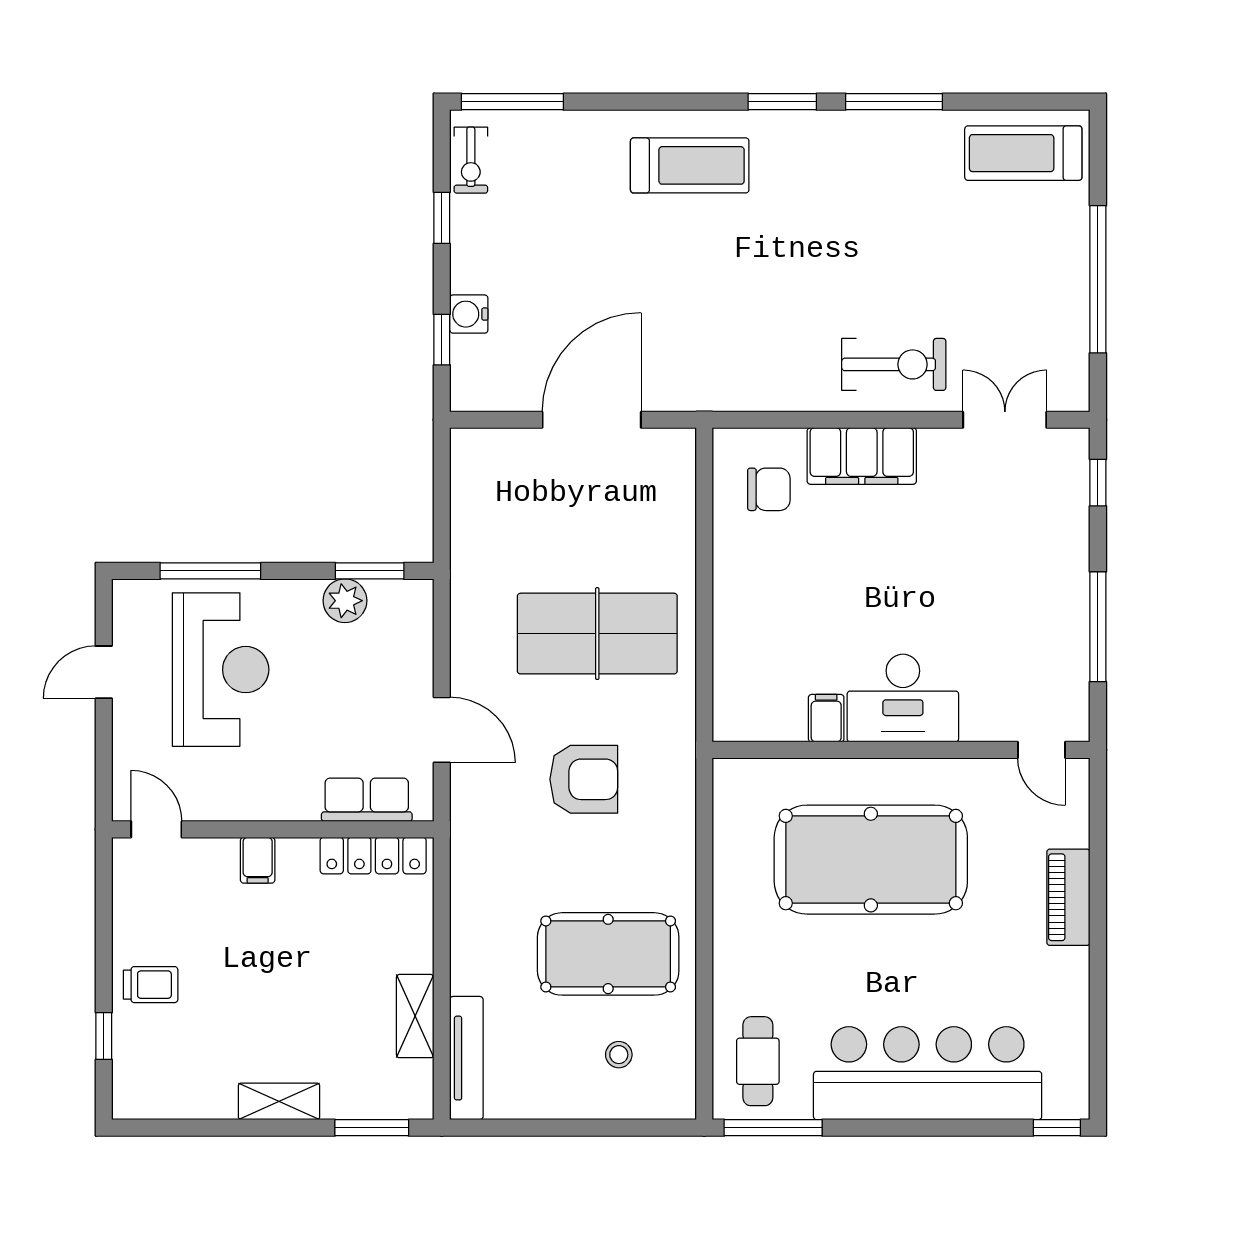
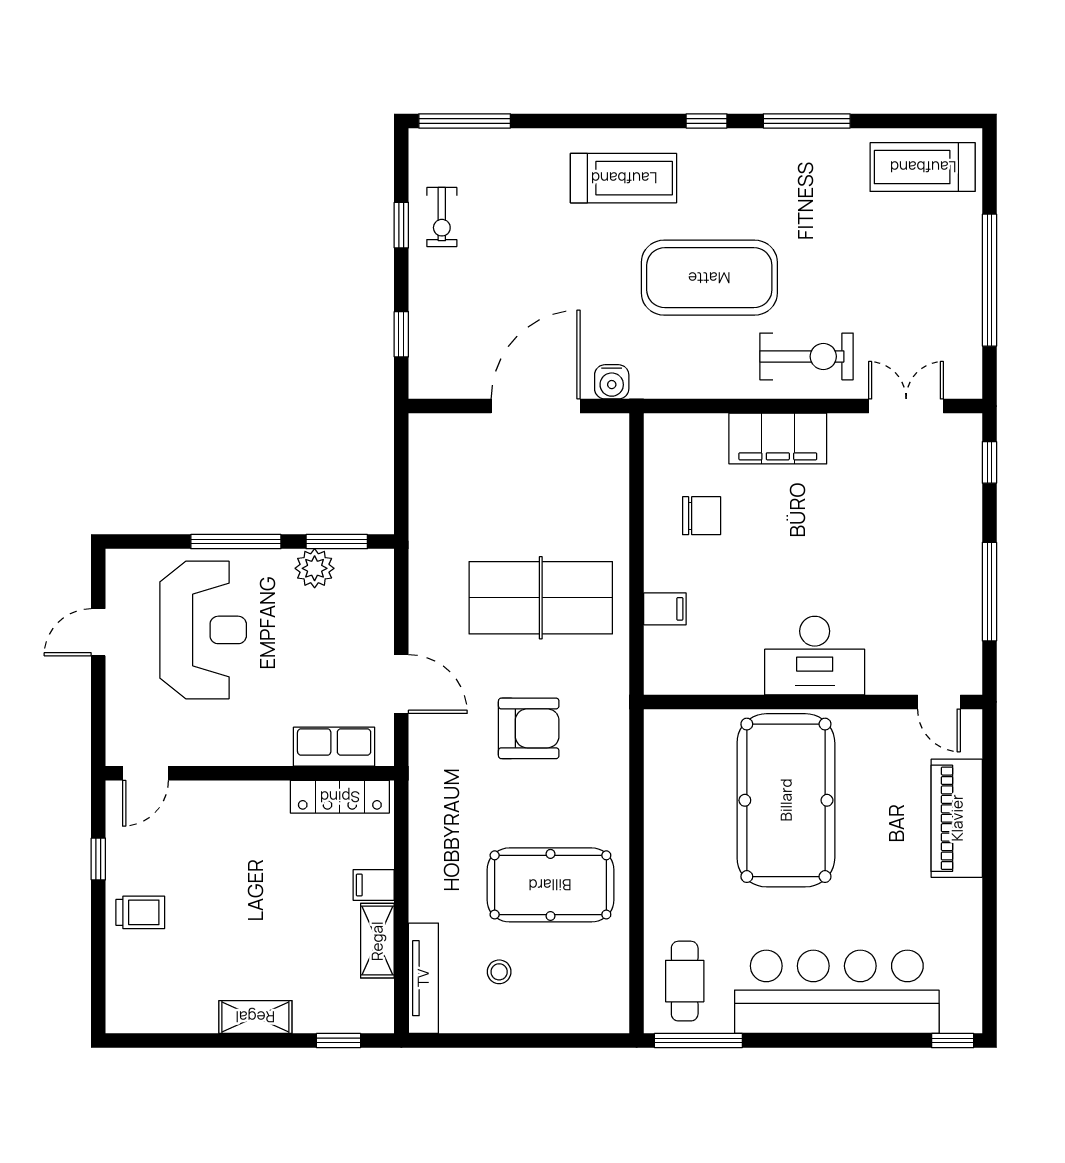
window: (782, 102) -> (707, 121), width x0.67
exercise bike: (471, 160) -> (442, 217), moved
exercise mat: (785, 276) -> (709, 278), added
water cooler: (469, 314) -> (612, 382), moved, turned -90
chair: (769, 489) -> (702, 516), moved
window: (210, 571) -> (236, 542), moved
filing cabinet: (826, 718) -> (665, 609), moved, turned 90
door: (156, 829) -> (145, 773), swing flipped
filing cabinet: (258, 860) -> (374, 885), moved, turned 90
pool table: (871, 860) -> (786, 800), turned 90
piano: (1068, 897) -> (957, 818), width x1.37, depth x1.33
window: (104, 1036) -> (98, 859), moved
stool: (619, 1055) -> (499, 972), moved
window: (372, 1128) -> (339, 1041), width x0.67

